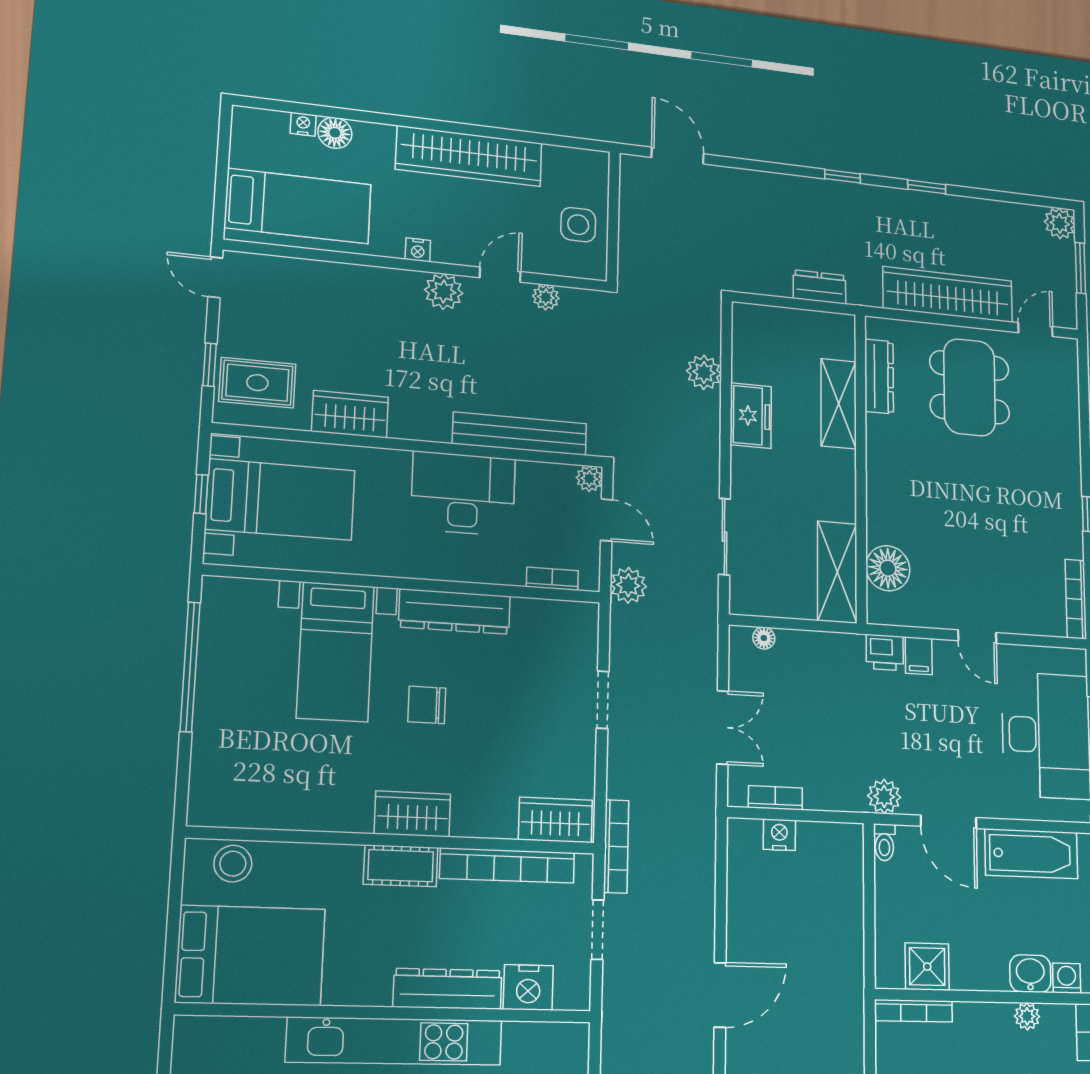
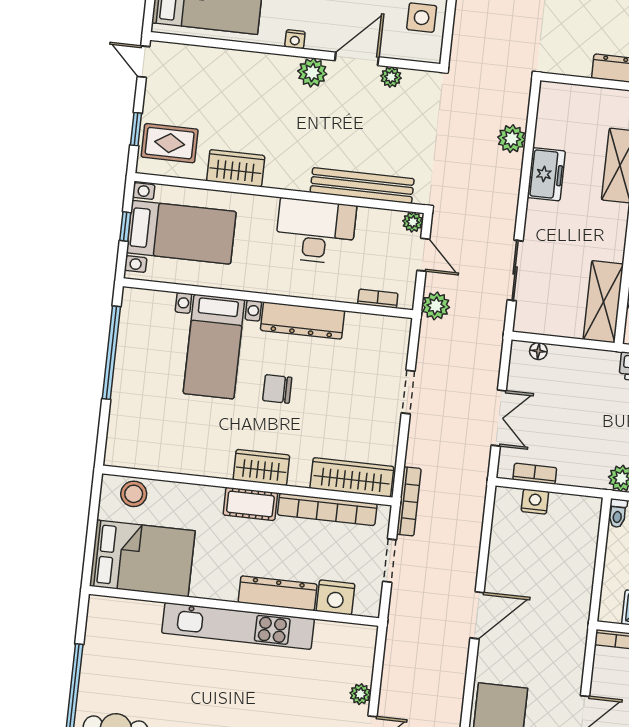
door: (500, 275) -> (357, 59), width x1.38
wardrobe: (556, 820) -> (352, 477), width x1.50

